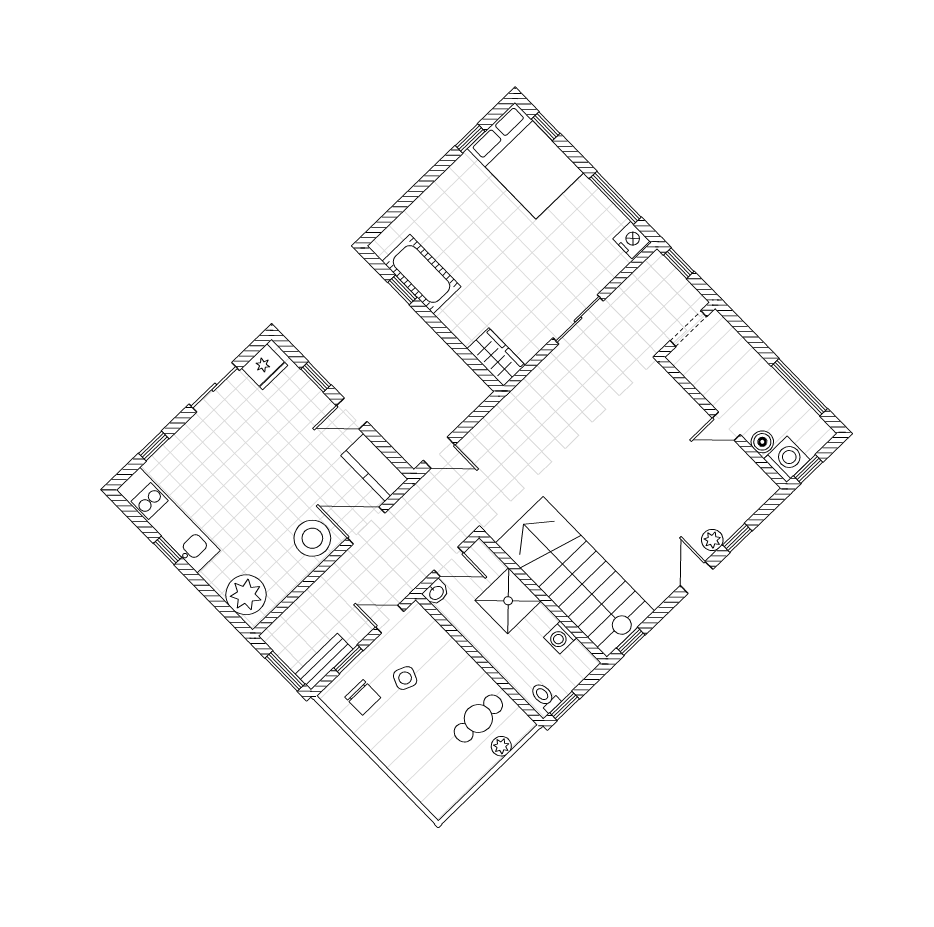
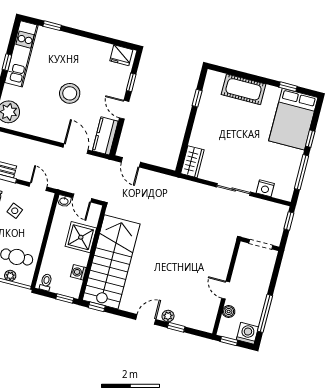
window: (546, 126) -> (310, 139), moved
nightstand: (631, 240) -> (265, 188), moved, turned 90
cot: (422, 274) -> (244, 89), moved, turned 90
sliding door: (214, 387) -> (97, 37), removed
washing machine: (787, 459) -> (247, 333), moved, turned -90
stool: (312, 538) -> (70, 93), moved
window: (565, 706) -> (65, 298), moved

